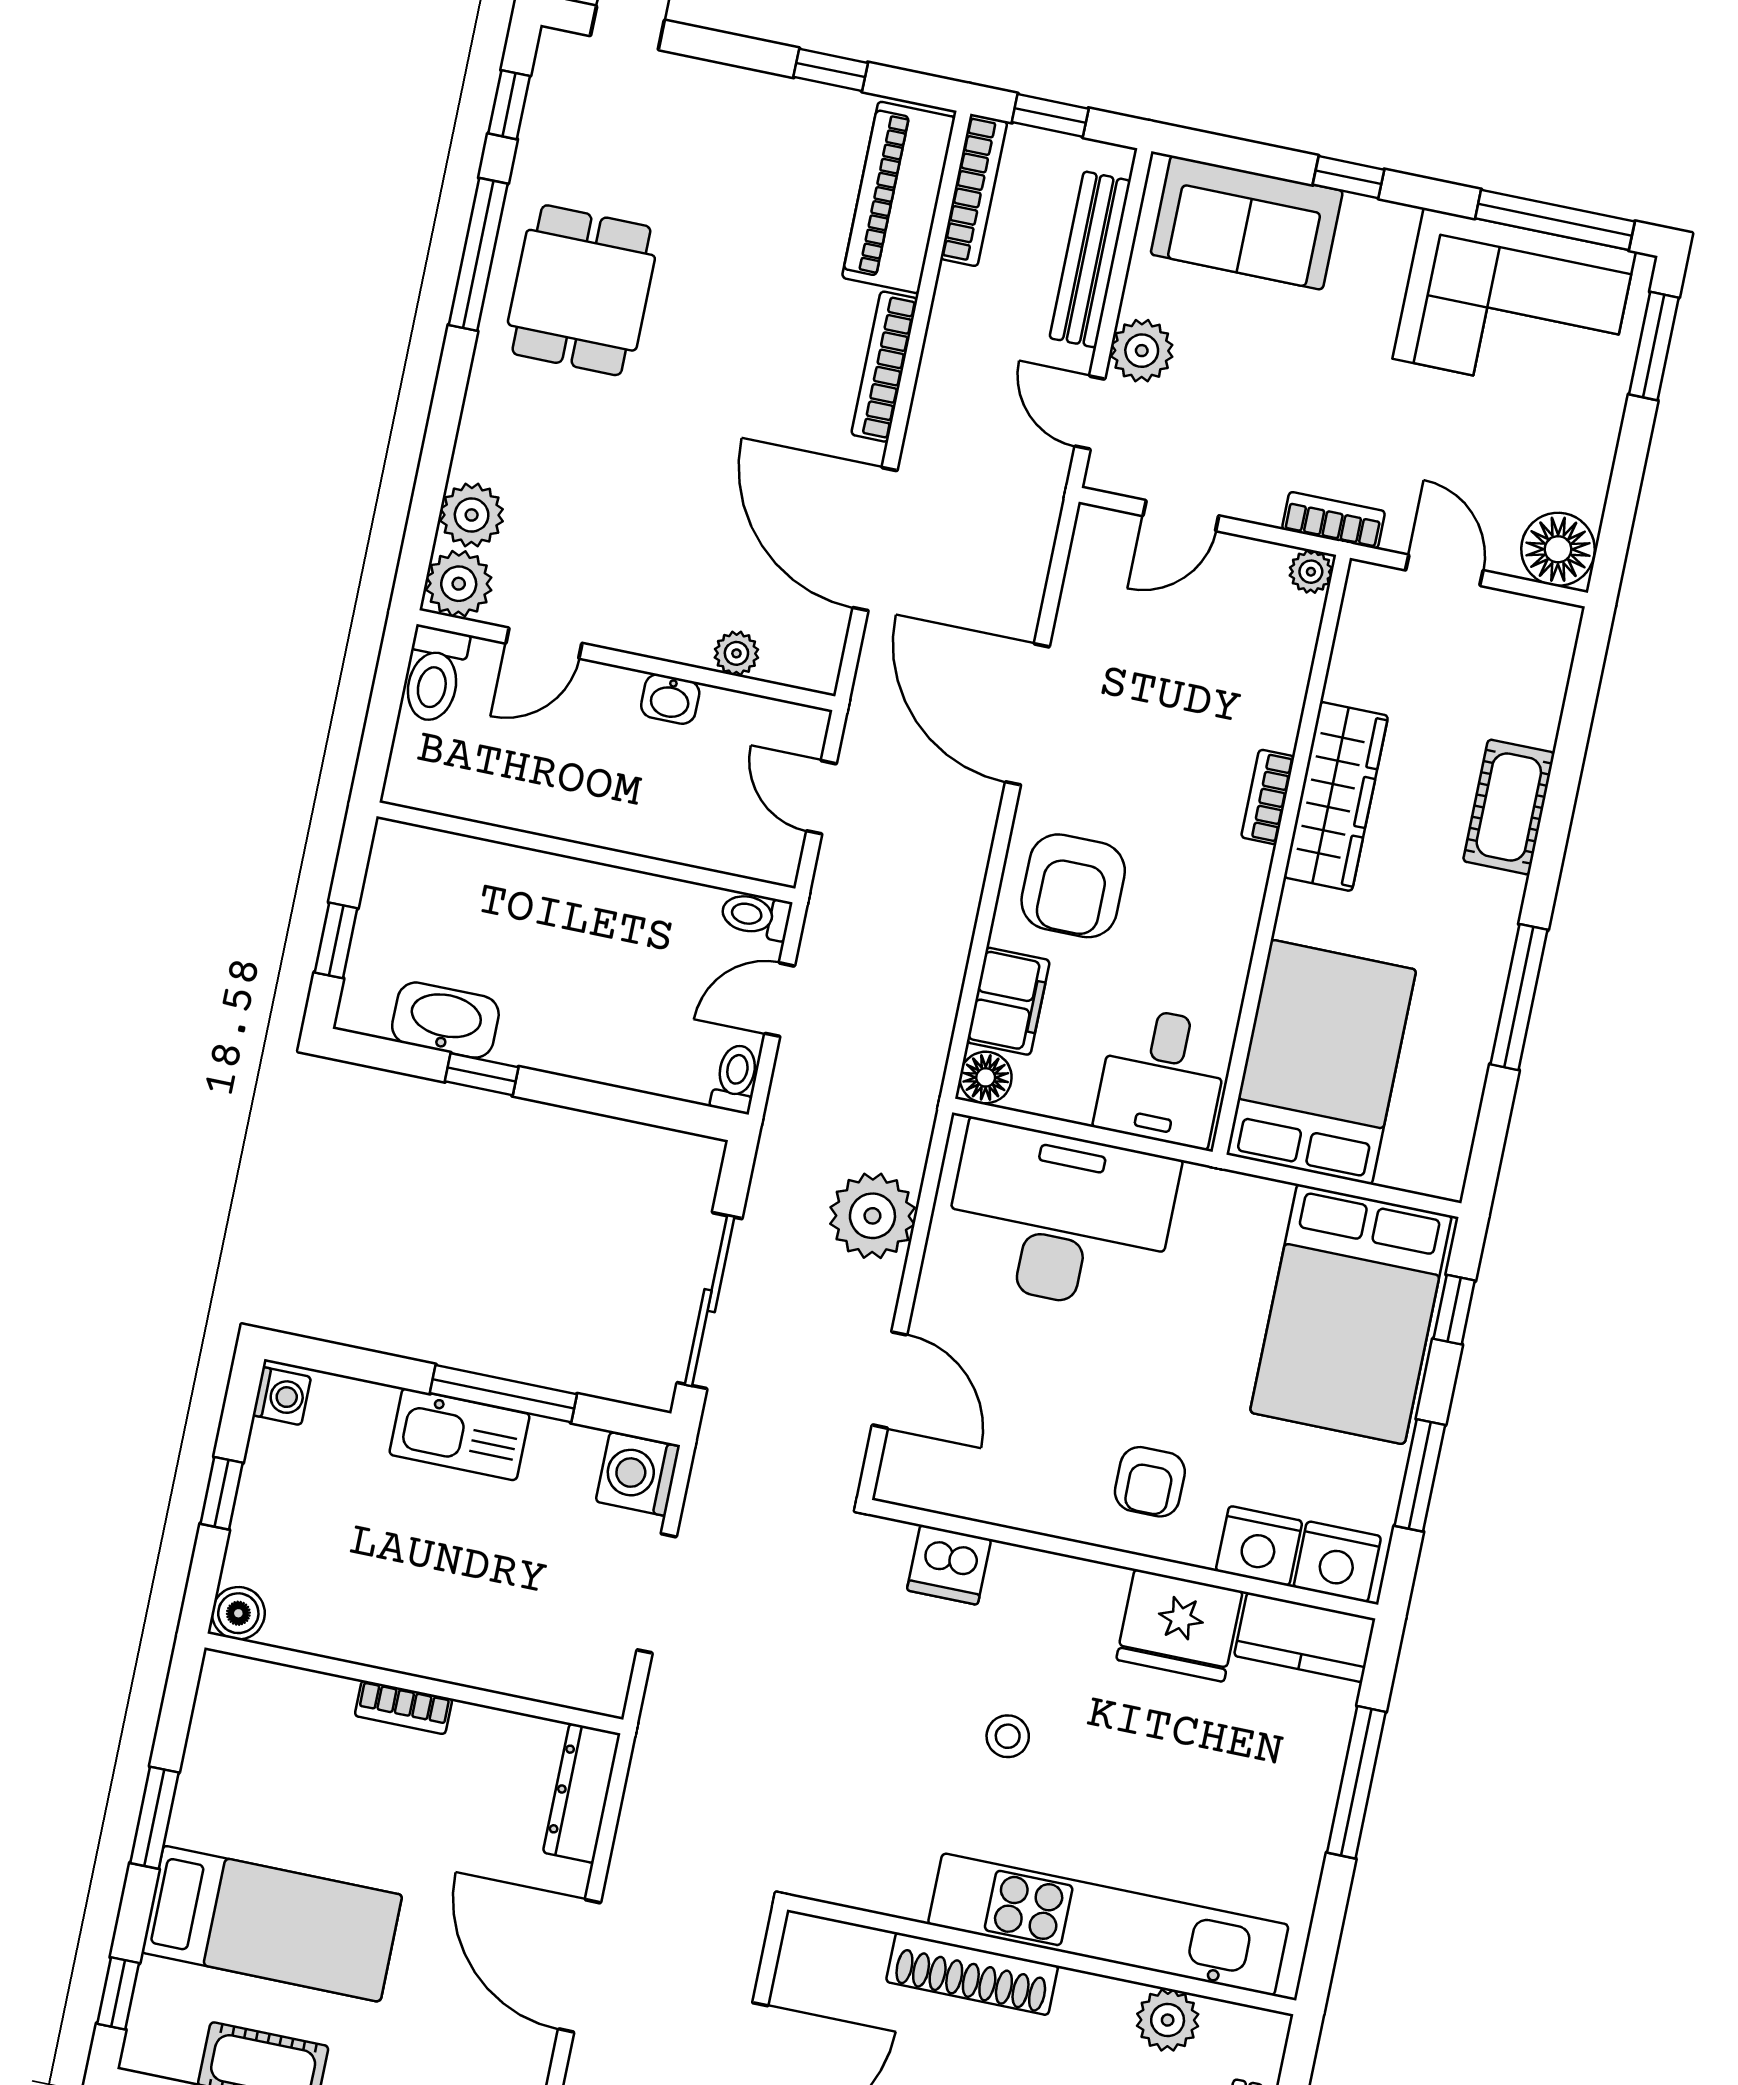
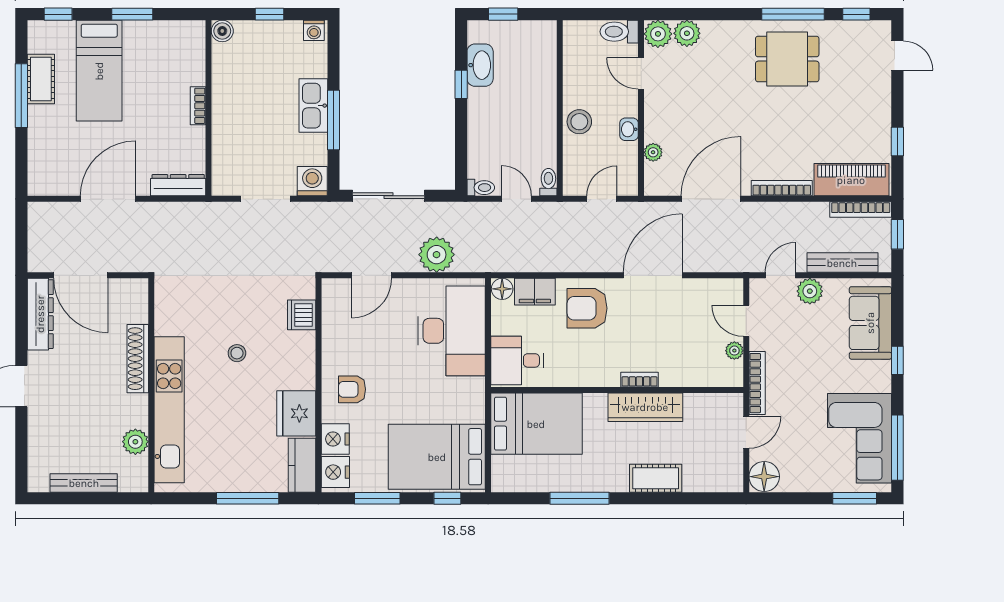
bookcase: (1333, 520) -> (757, 383), width x1.56
plant: (1311, 572) -> (734, 351), moved
stool: (628, 813) -> (579, 122), added

